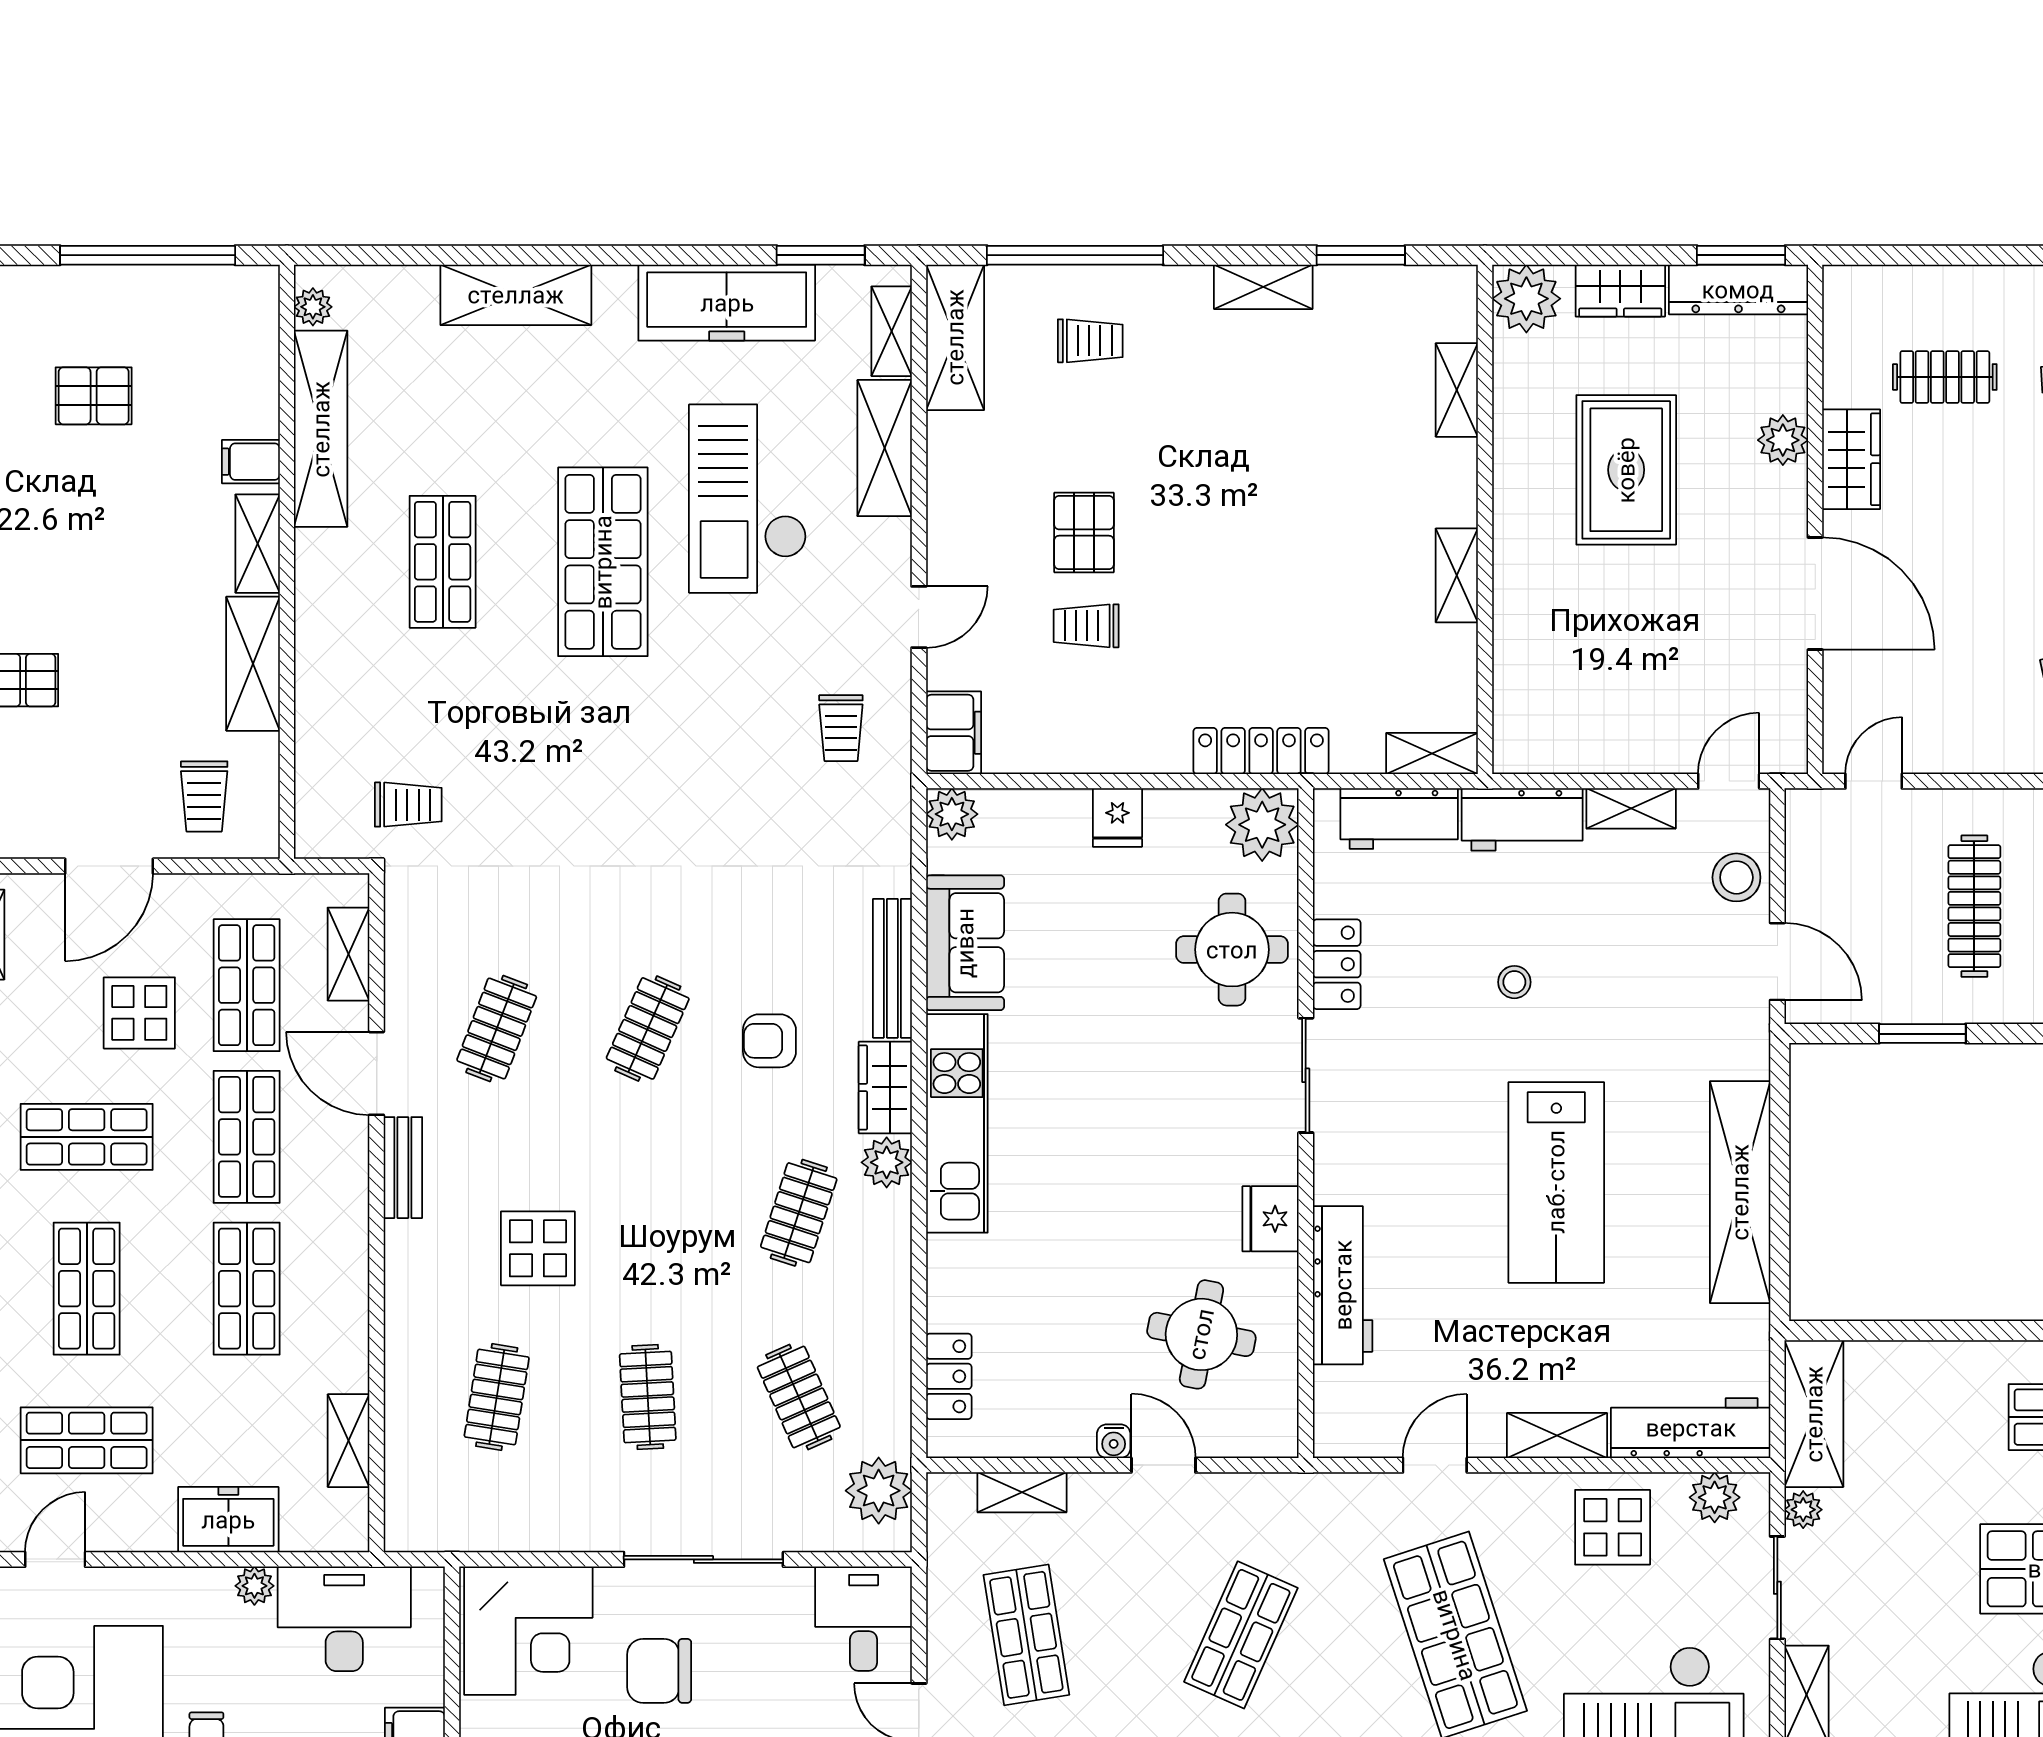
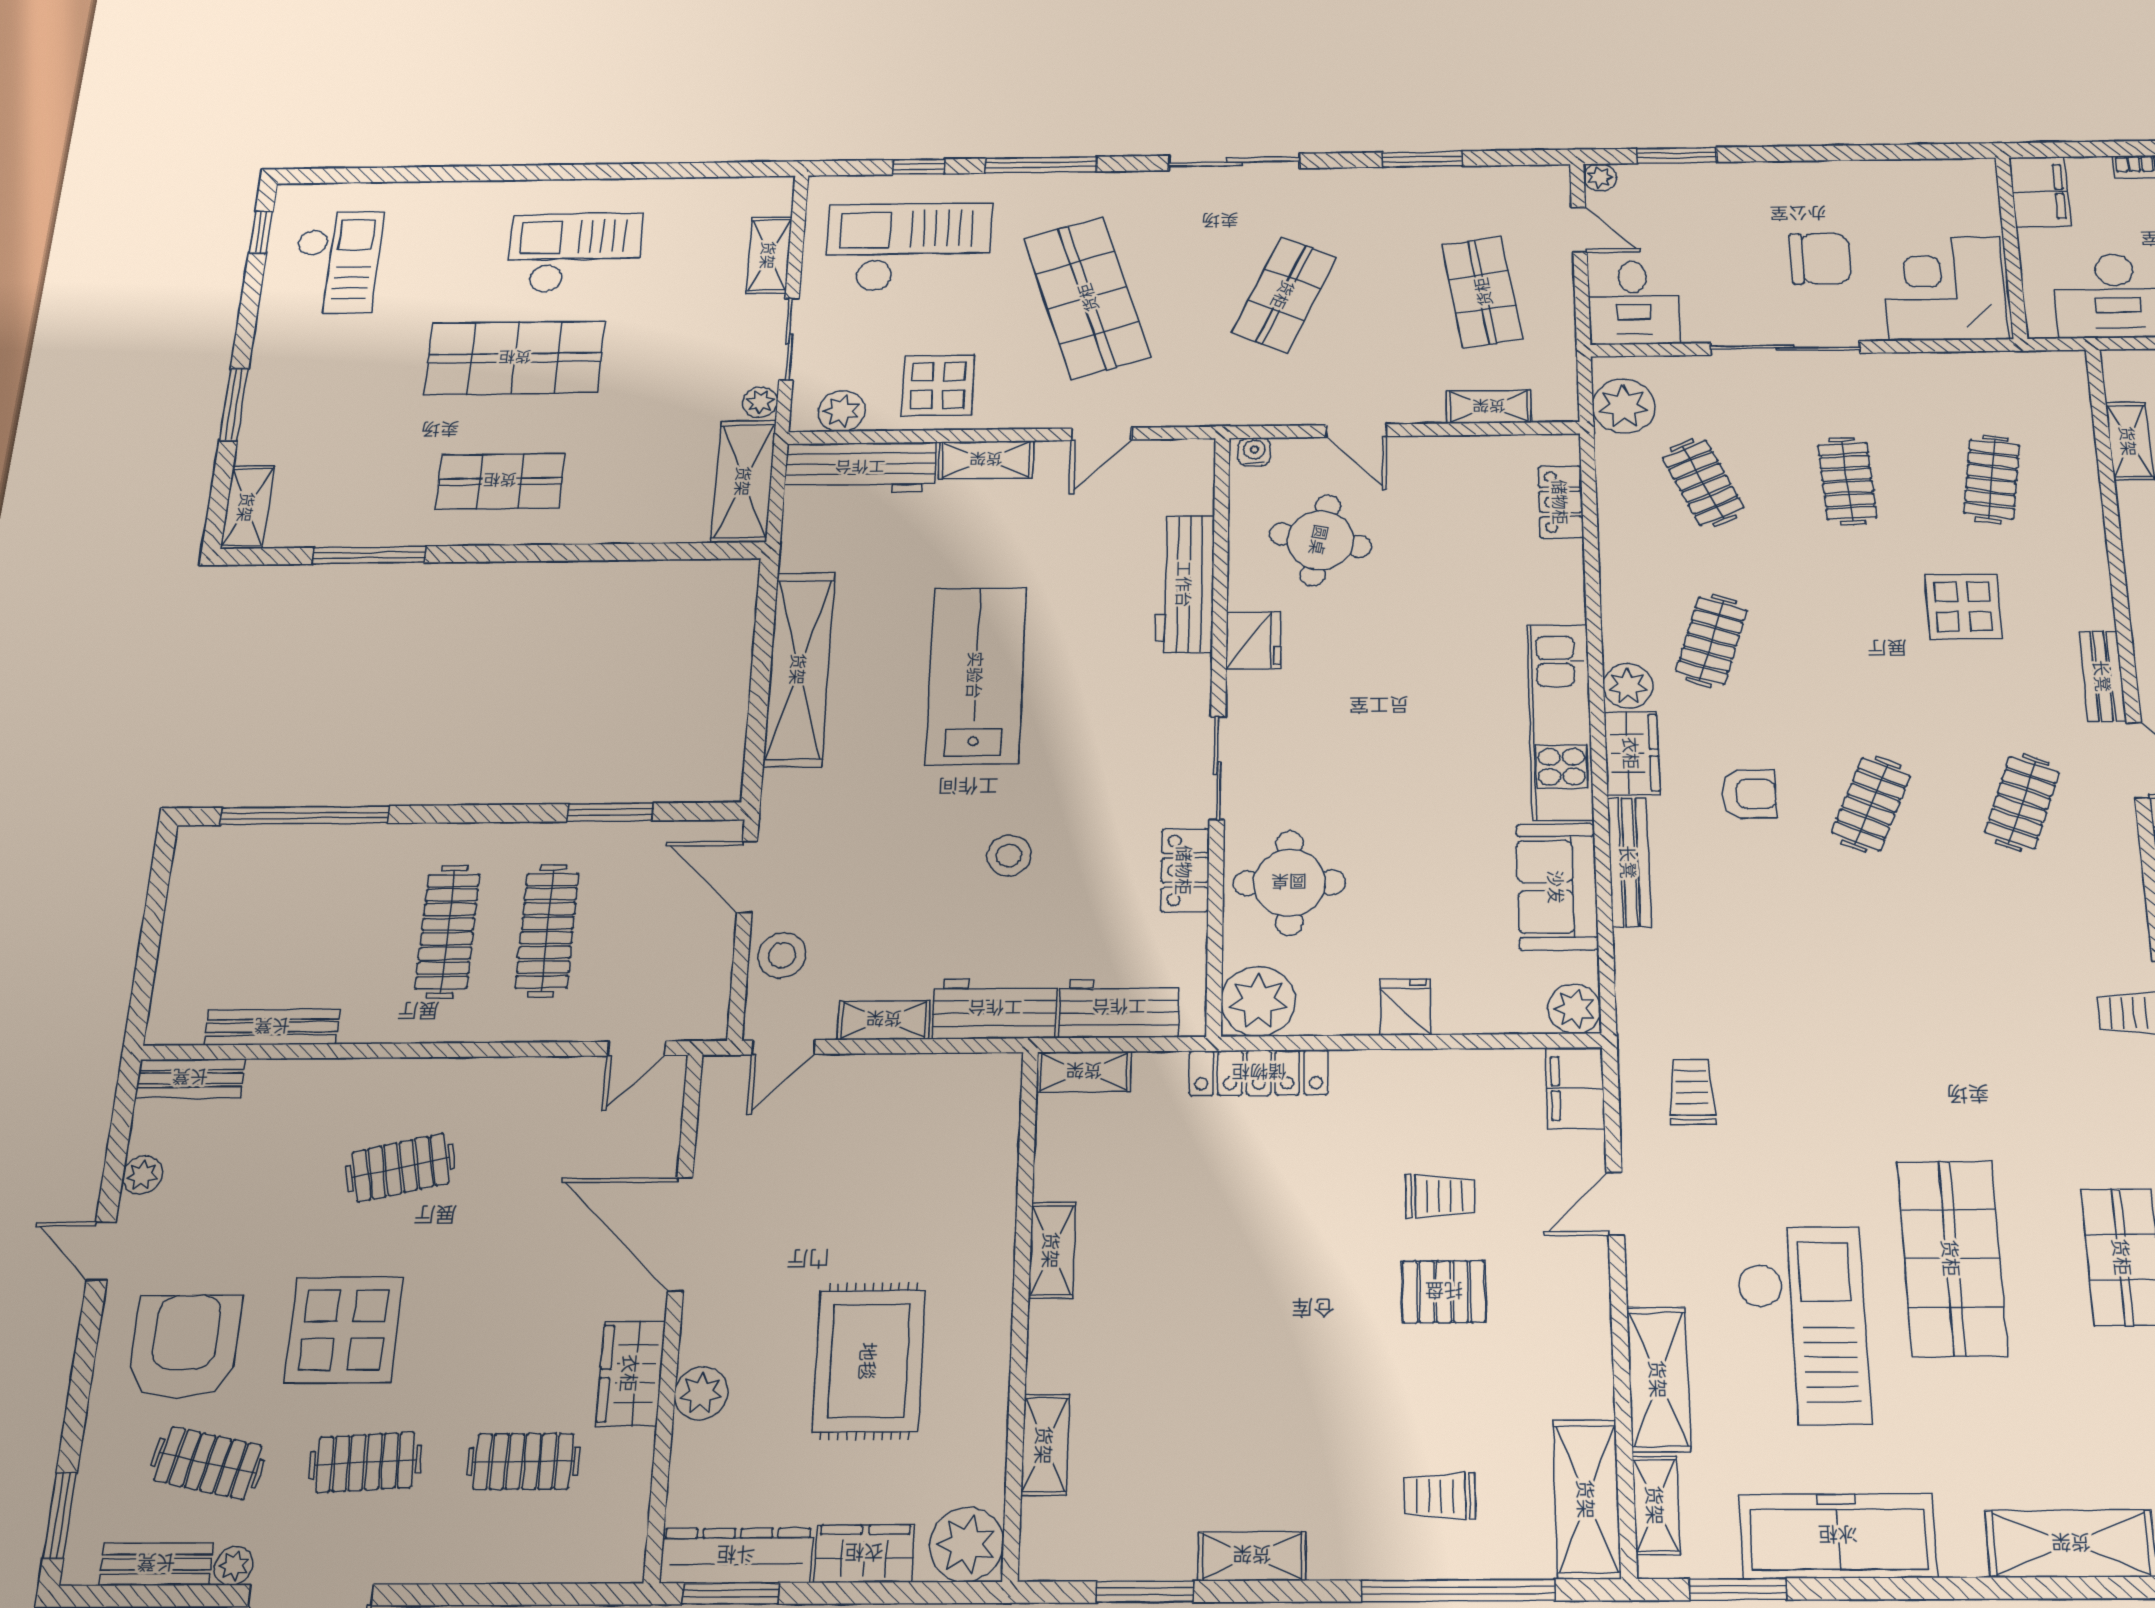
pallet: (1084, 533) -> (1444, 1292), turned 90
stool: (1514, 982) -> (1009, 855), width x1.37, depth x1.37
water cooler: (1114, 1441) -> (1254, 452), moved

